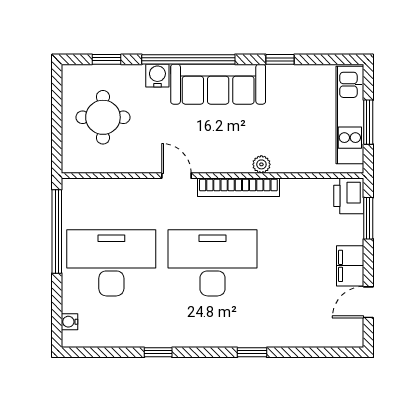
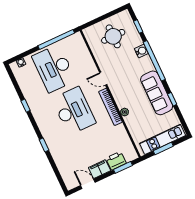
sofa: (218, 84) -> (157, 93), moved
door: (176, 176) -> (103, 79), swing flipped
printer: (349, 196) -> (116, 161), moved
desk: (111, 263) -> (54, 68), turned 180

